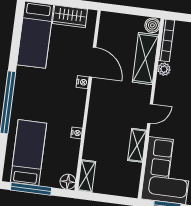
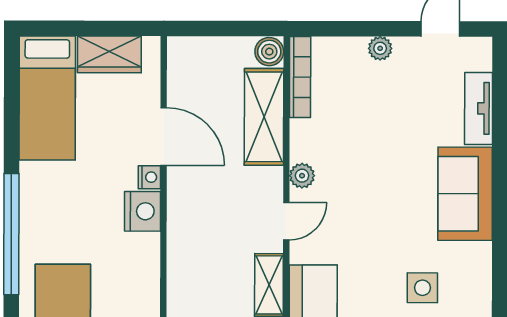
plant: (164, 69) -> (302, 176), moved
nightstand: (77, 133) -> (142, 211), moved, width x1.89, depth x1.79

